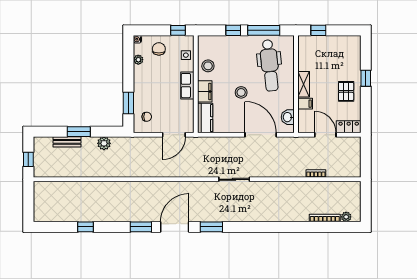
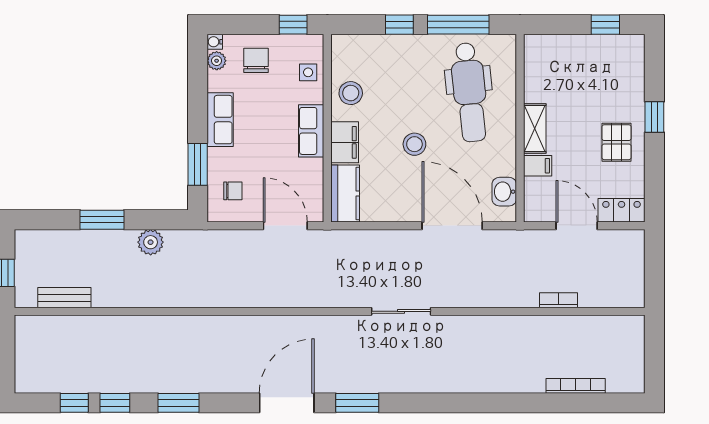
window: (318, 30) -> (605, 25), moved
plant: (138, 60) -> (217, 61), moved
row of seats: (140, 80) -> (220, 120), added
door: (174, 135) -> (285, 226), swing flipped
bench: (67, 142) -> (64, 298), moved
plant: (346, 217) -> (617, 384), removed
window: (64, 227) -> (74, 403), added
window: (141, 227) -> (178, 403), moved

